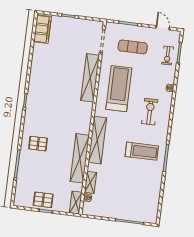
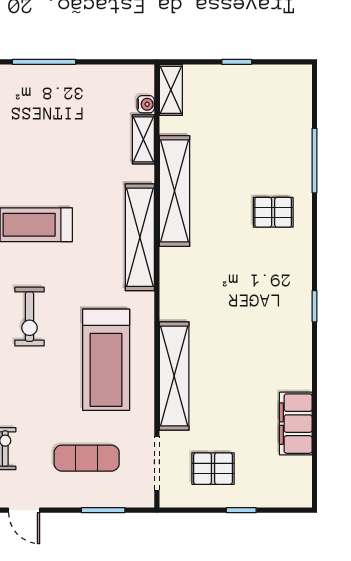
filing cabinet: (42, 29) -> (296, 424), moved
pallet: (43, 200) -> (213, 469), moved

